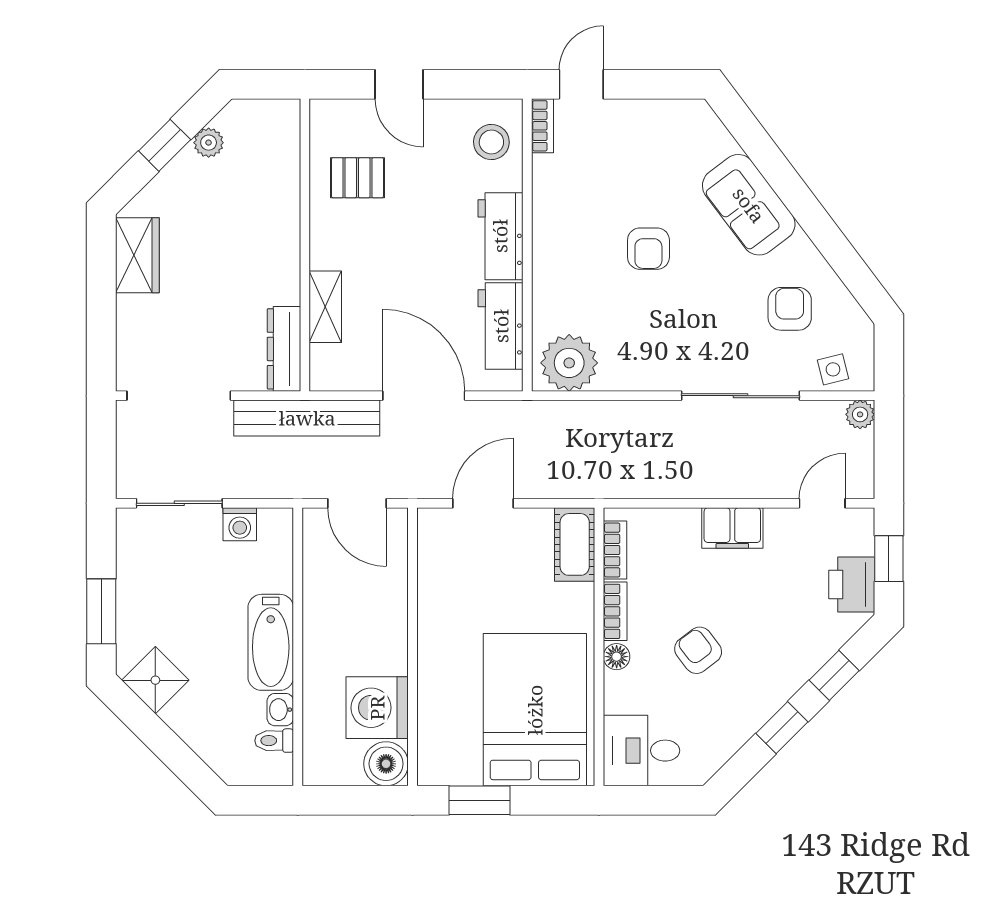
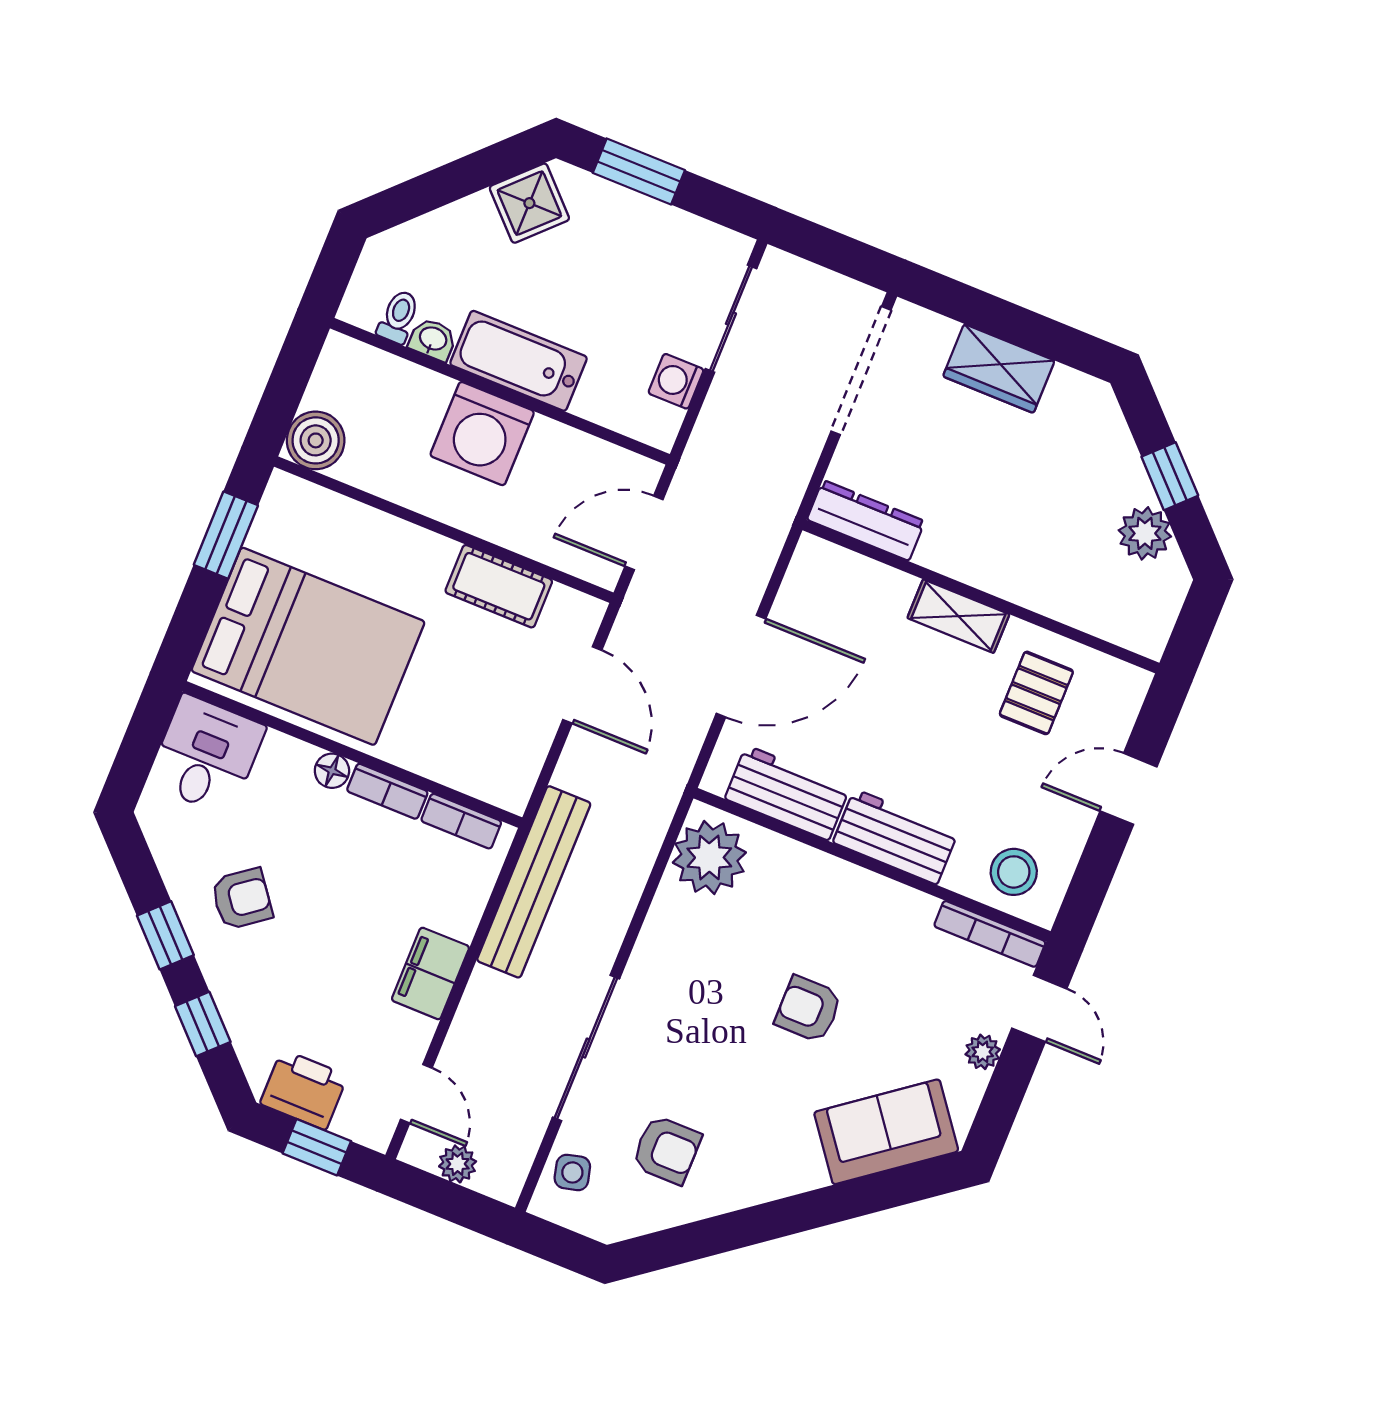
plant: (629, 112) -> (983, 1052), added
bookcase: (542, 126) -> (990, 934), width x1.56
plant: (209, 143) -> (1145, 533), width x1.38, depth x1.38
sofa: (749, 205) -> (886, 1132), moved
wardrobe: (137, 255) -> (999, 368), moved
shelving: (325, 307) -> (958, 616), moved
plant: (860, 414) -> (458, 1164), moved
bench: (307, 418) -> (534, 882), moved
cot: (575, 544) -> (499, 586), moved
armchair: (698, 650) -> (242, 899), moved
washing machine: (377, 708) -> (482, 434), moved, turned 180

